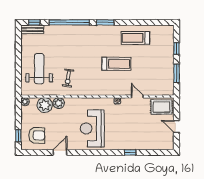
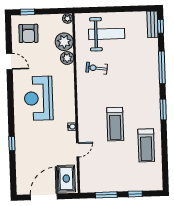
window: (69, 22) -> (162, 67), width x0.68
treadmill: (135, 38) -> (146, 145), turned 180
door: (177, 127) -> (44, 197), width x1.87
reception desk: (92, 128) -> (39, 98), turned -90

